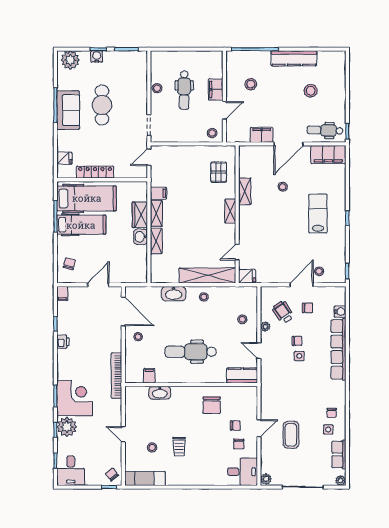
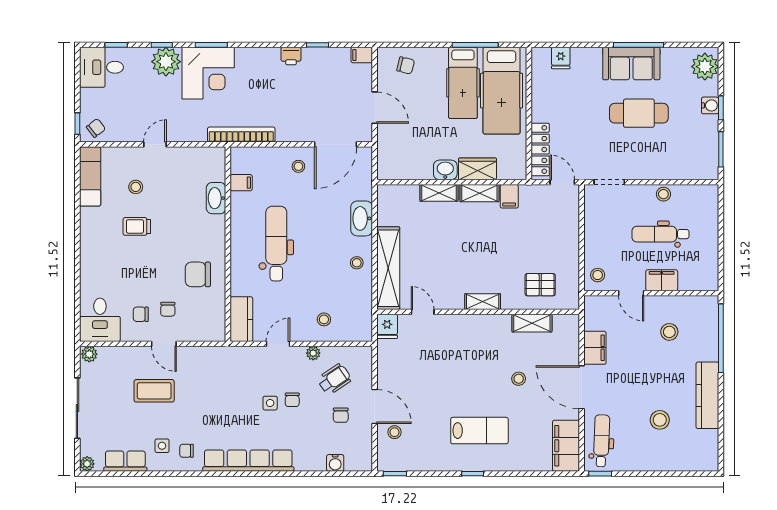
locker: (95, 172) -> (540, 149), moved
shelving: (245, 191) -> (532, 323), moved
row of seats: (338, 349) -> (248, 461), moved

